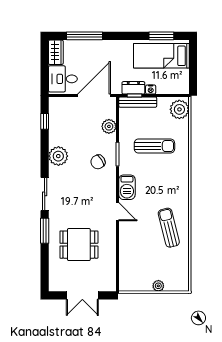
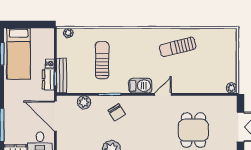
plant: (179, 109) -> (68, 33), width x0.53, depth x0.53
plant: (158, 286) -> (232, 88), moved

